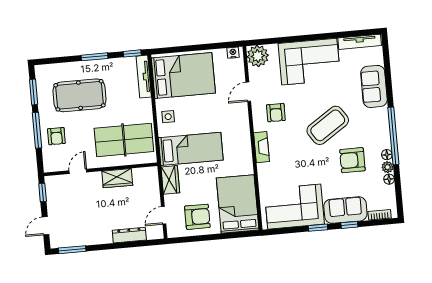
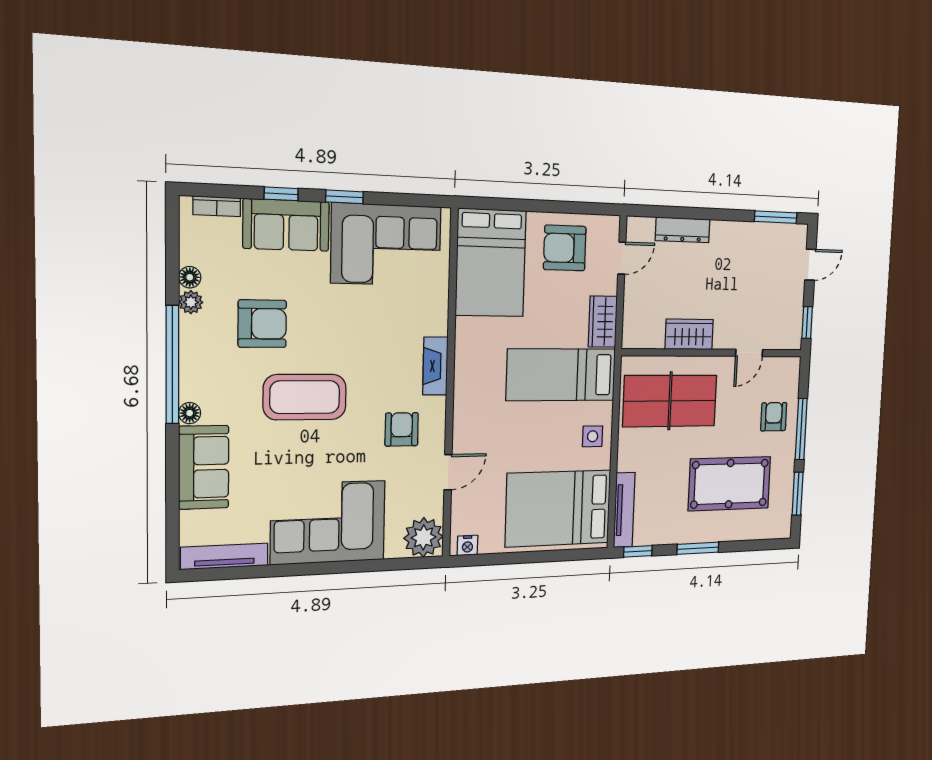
coffee table: (328, 125) -> (305, 397), turned 34
floor lamp: (387, 155) -> (190, 413), moved

